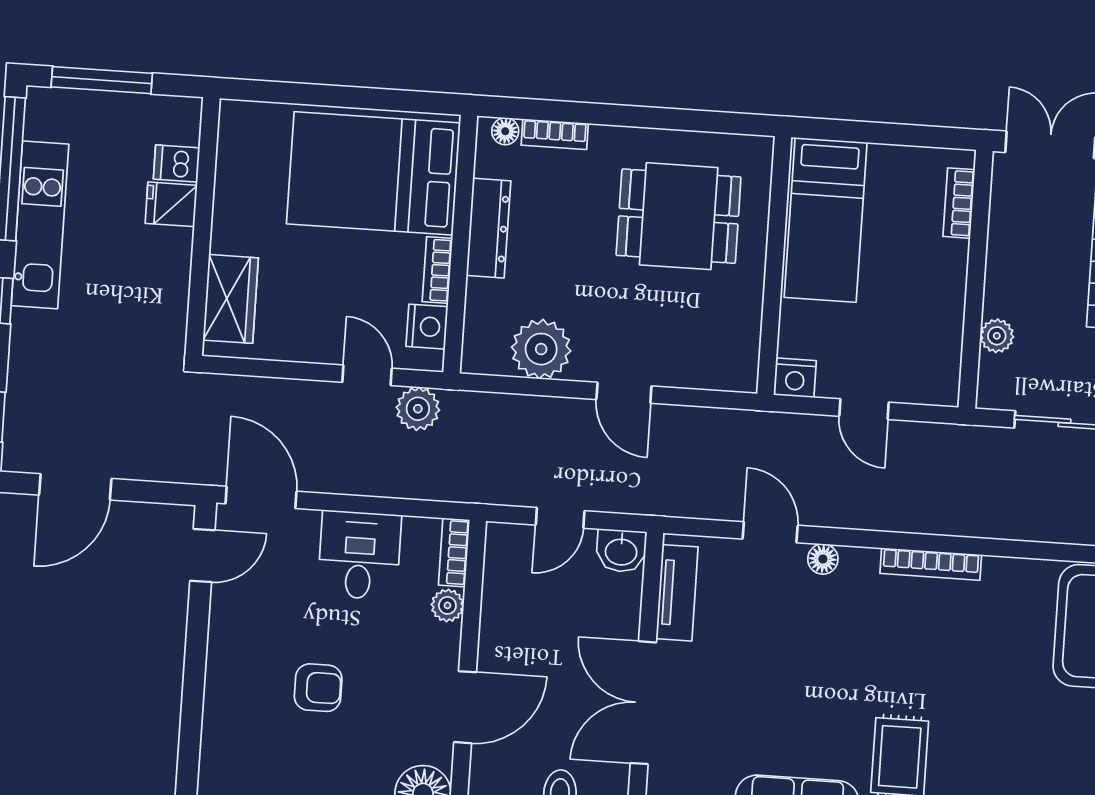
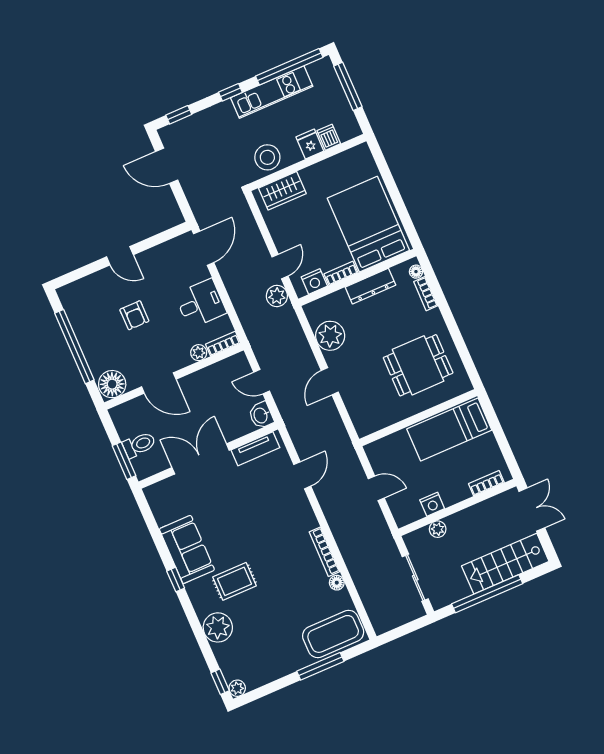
dining table: (679, 216) -> (418, 365), turned 90
stool: (155, 295) -> (267, 157), added
nightstand: (795, 378) -> (432, 504), moved, turned -90
door: (864, 409) -> (376, 488), swing flipped
door: (202, 556) -> (120, 256), moved
floor lamp: (823, 559) -> (337, 583), moved

